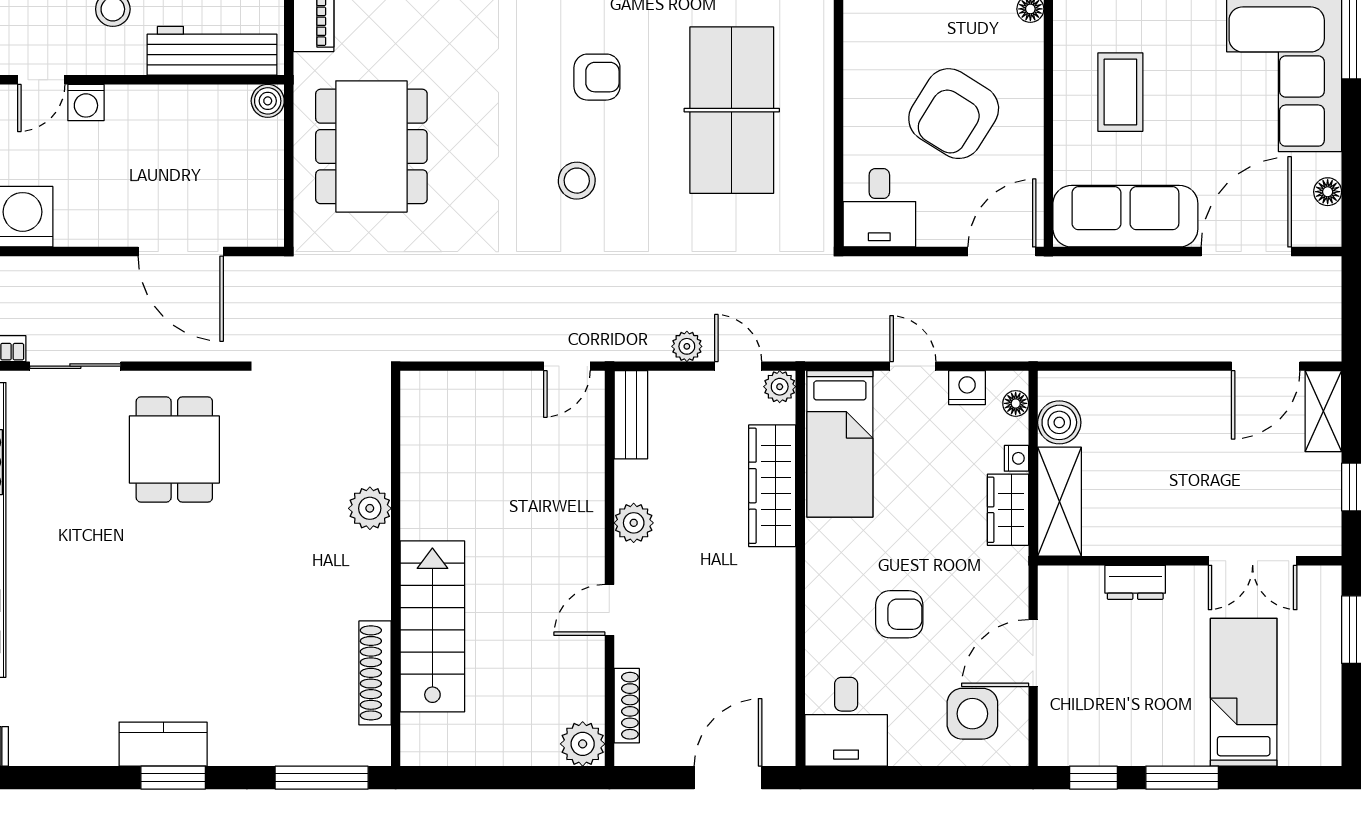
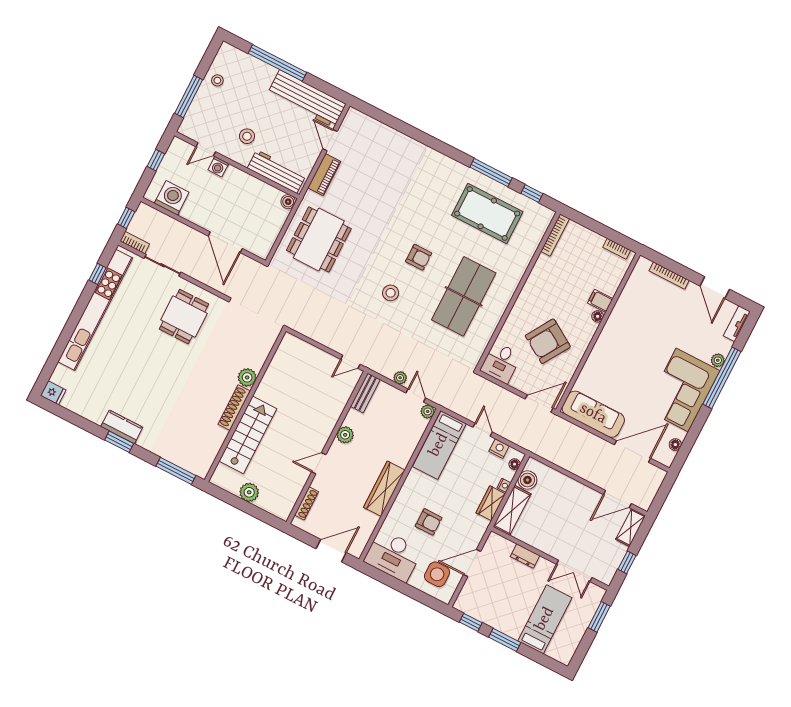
coffee table: (1120, 92) -> (616, 366), removed
wardrobe: (772, 486) -> (384, 489), moved
shoe rack: (375, 673) -> (234, 408), moved
desk: (846, 722) -> (393, 556), width x1.37
plant: (583, 744) -> (249, 492), moved

